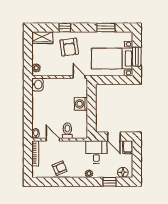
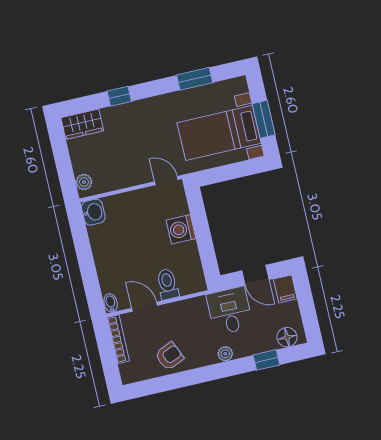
armchair: (69, 47) -> (135, 130), removed

